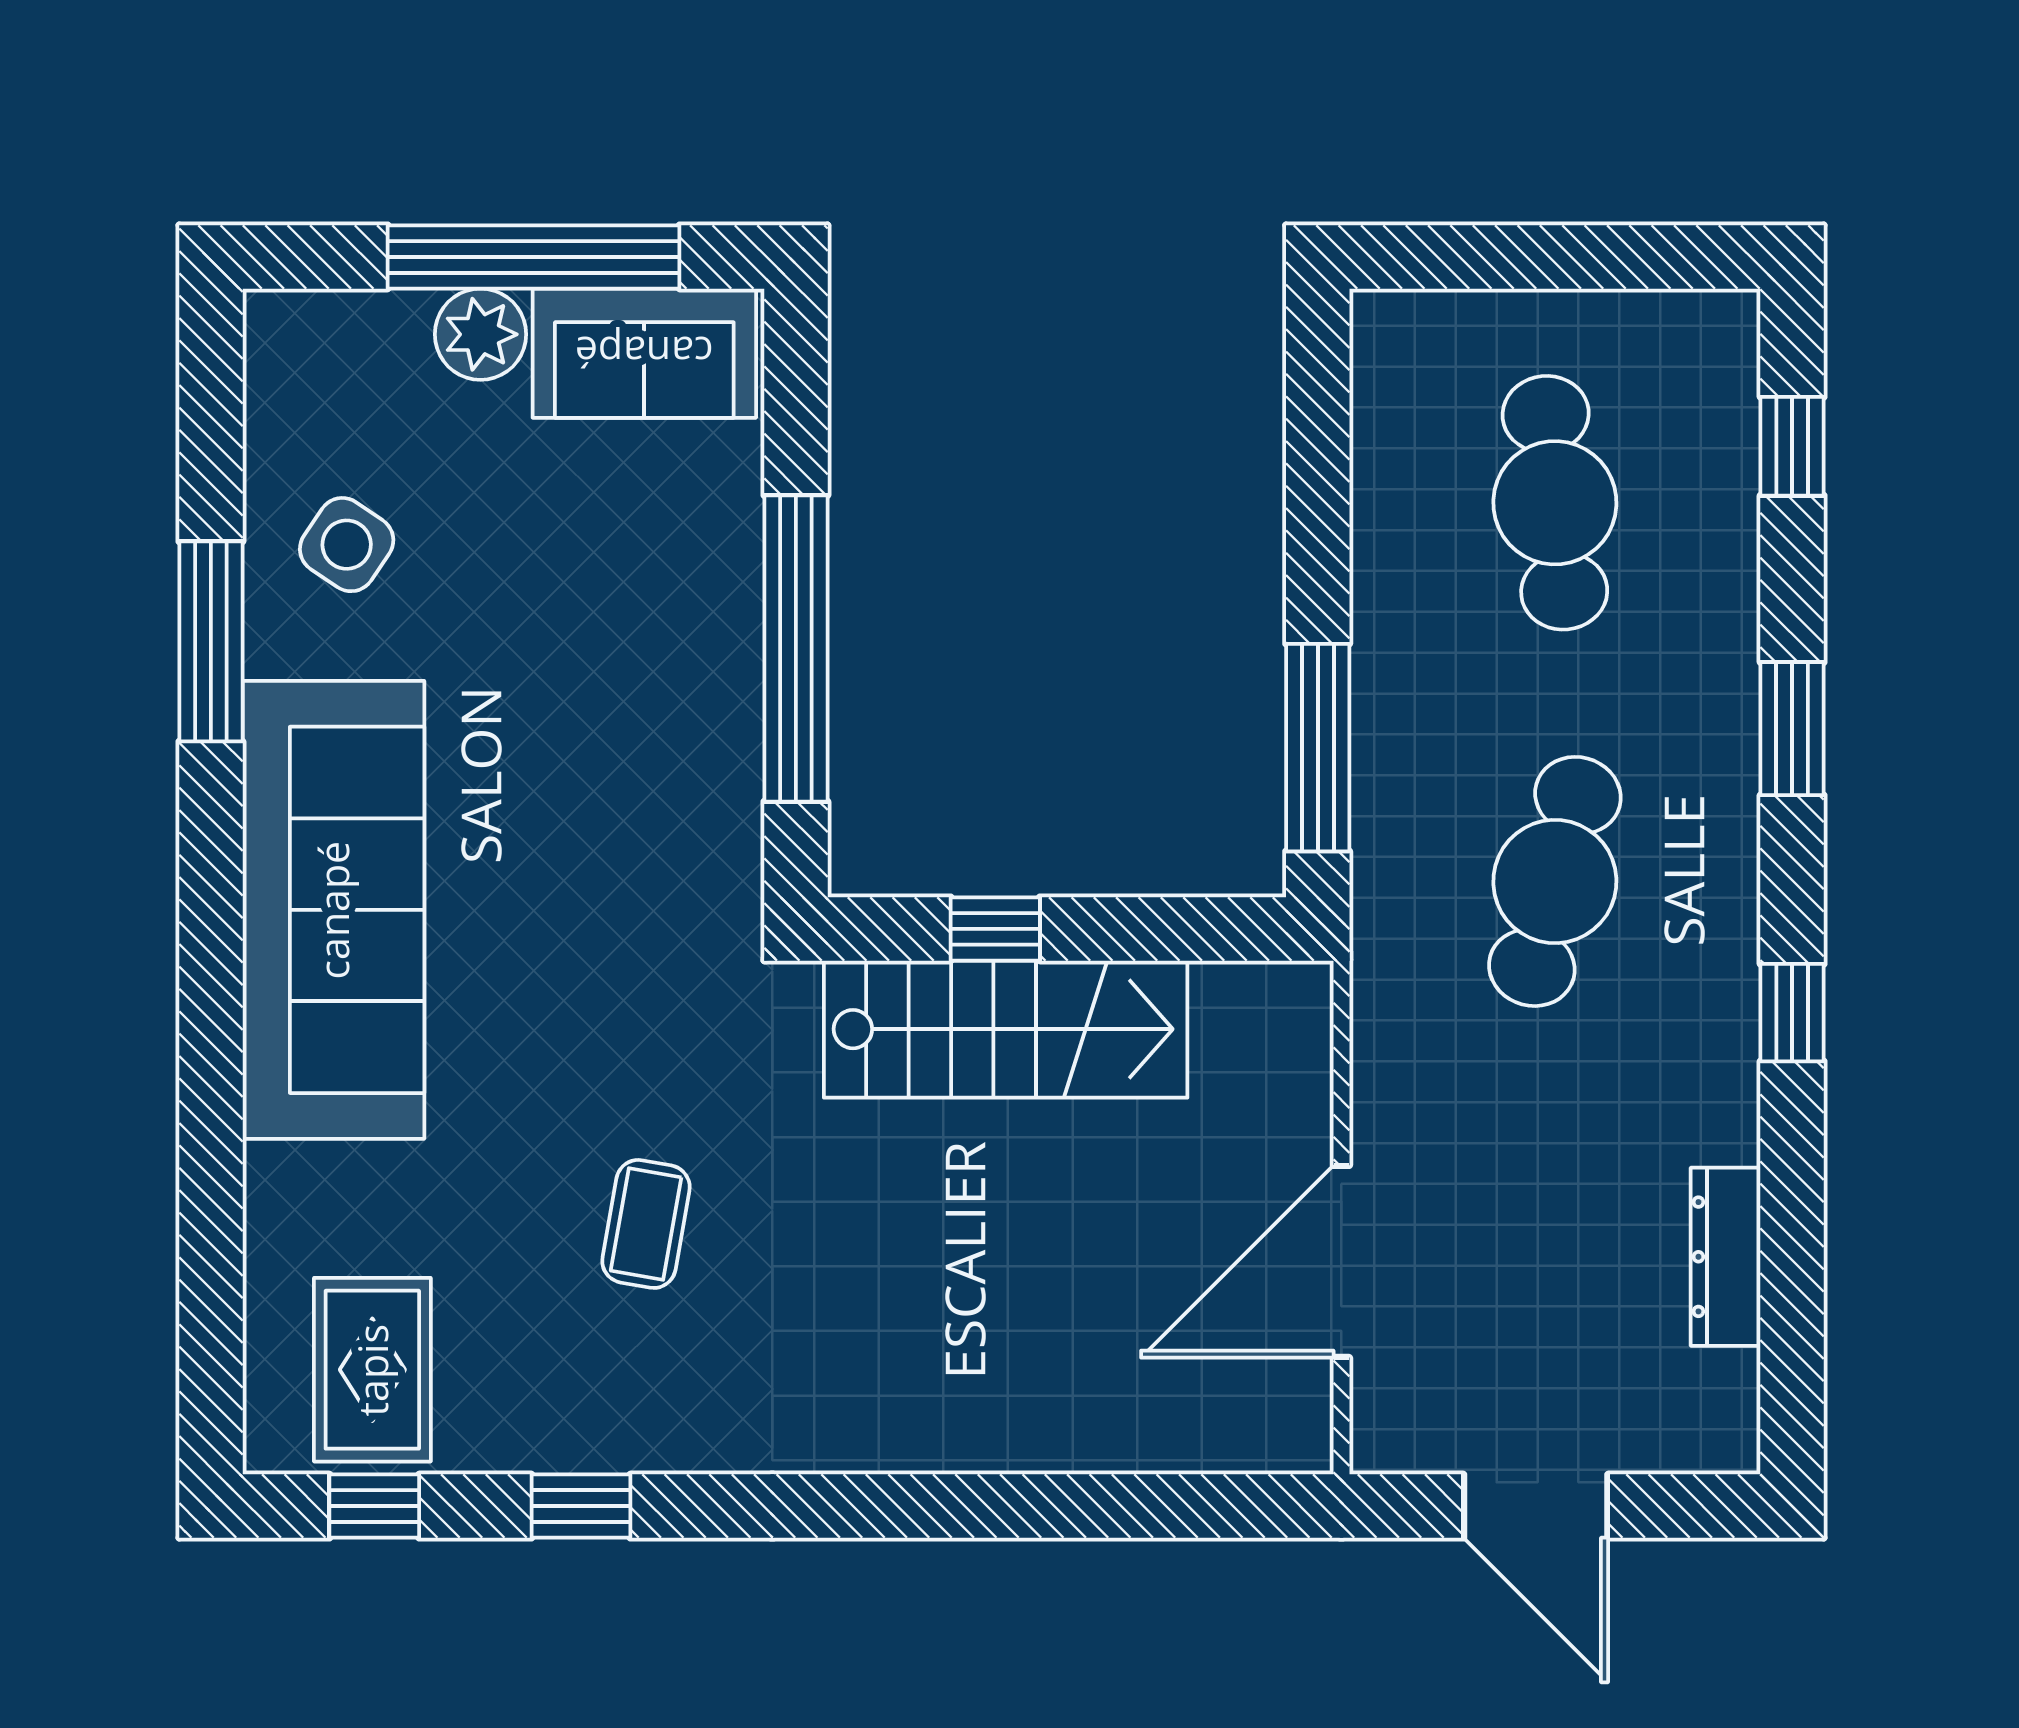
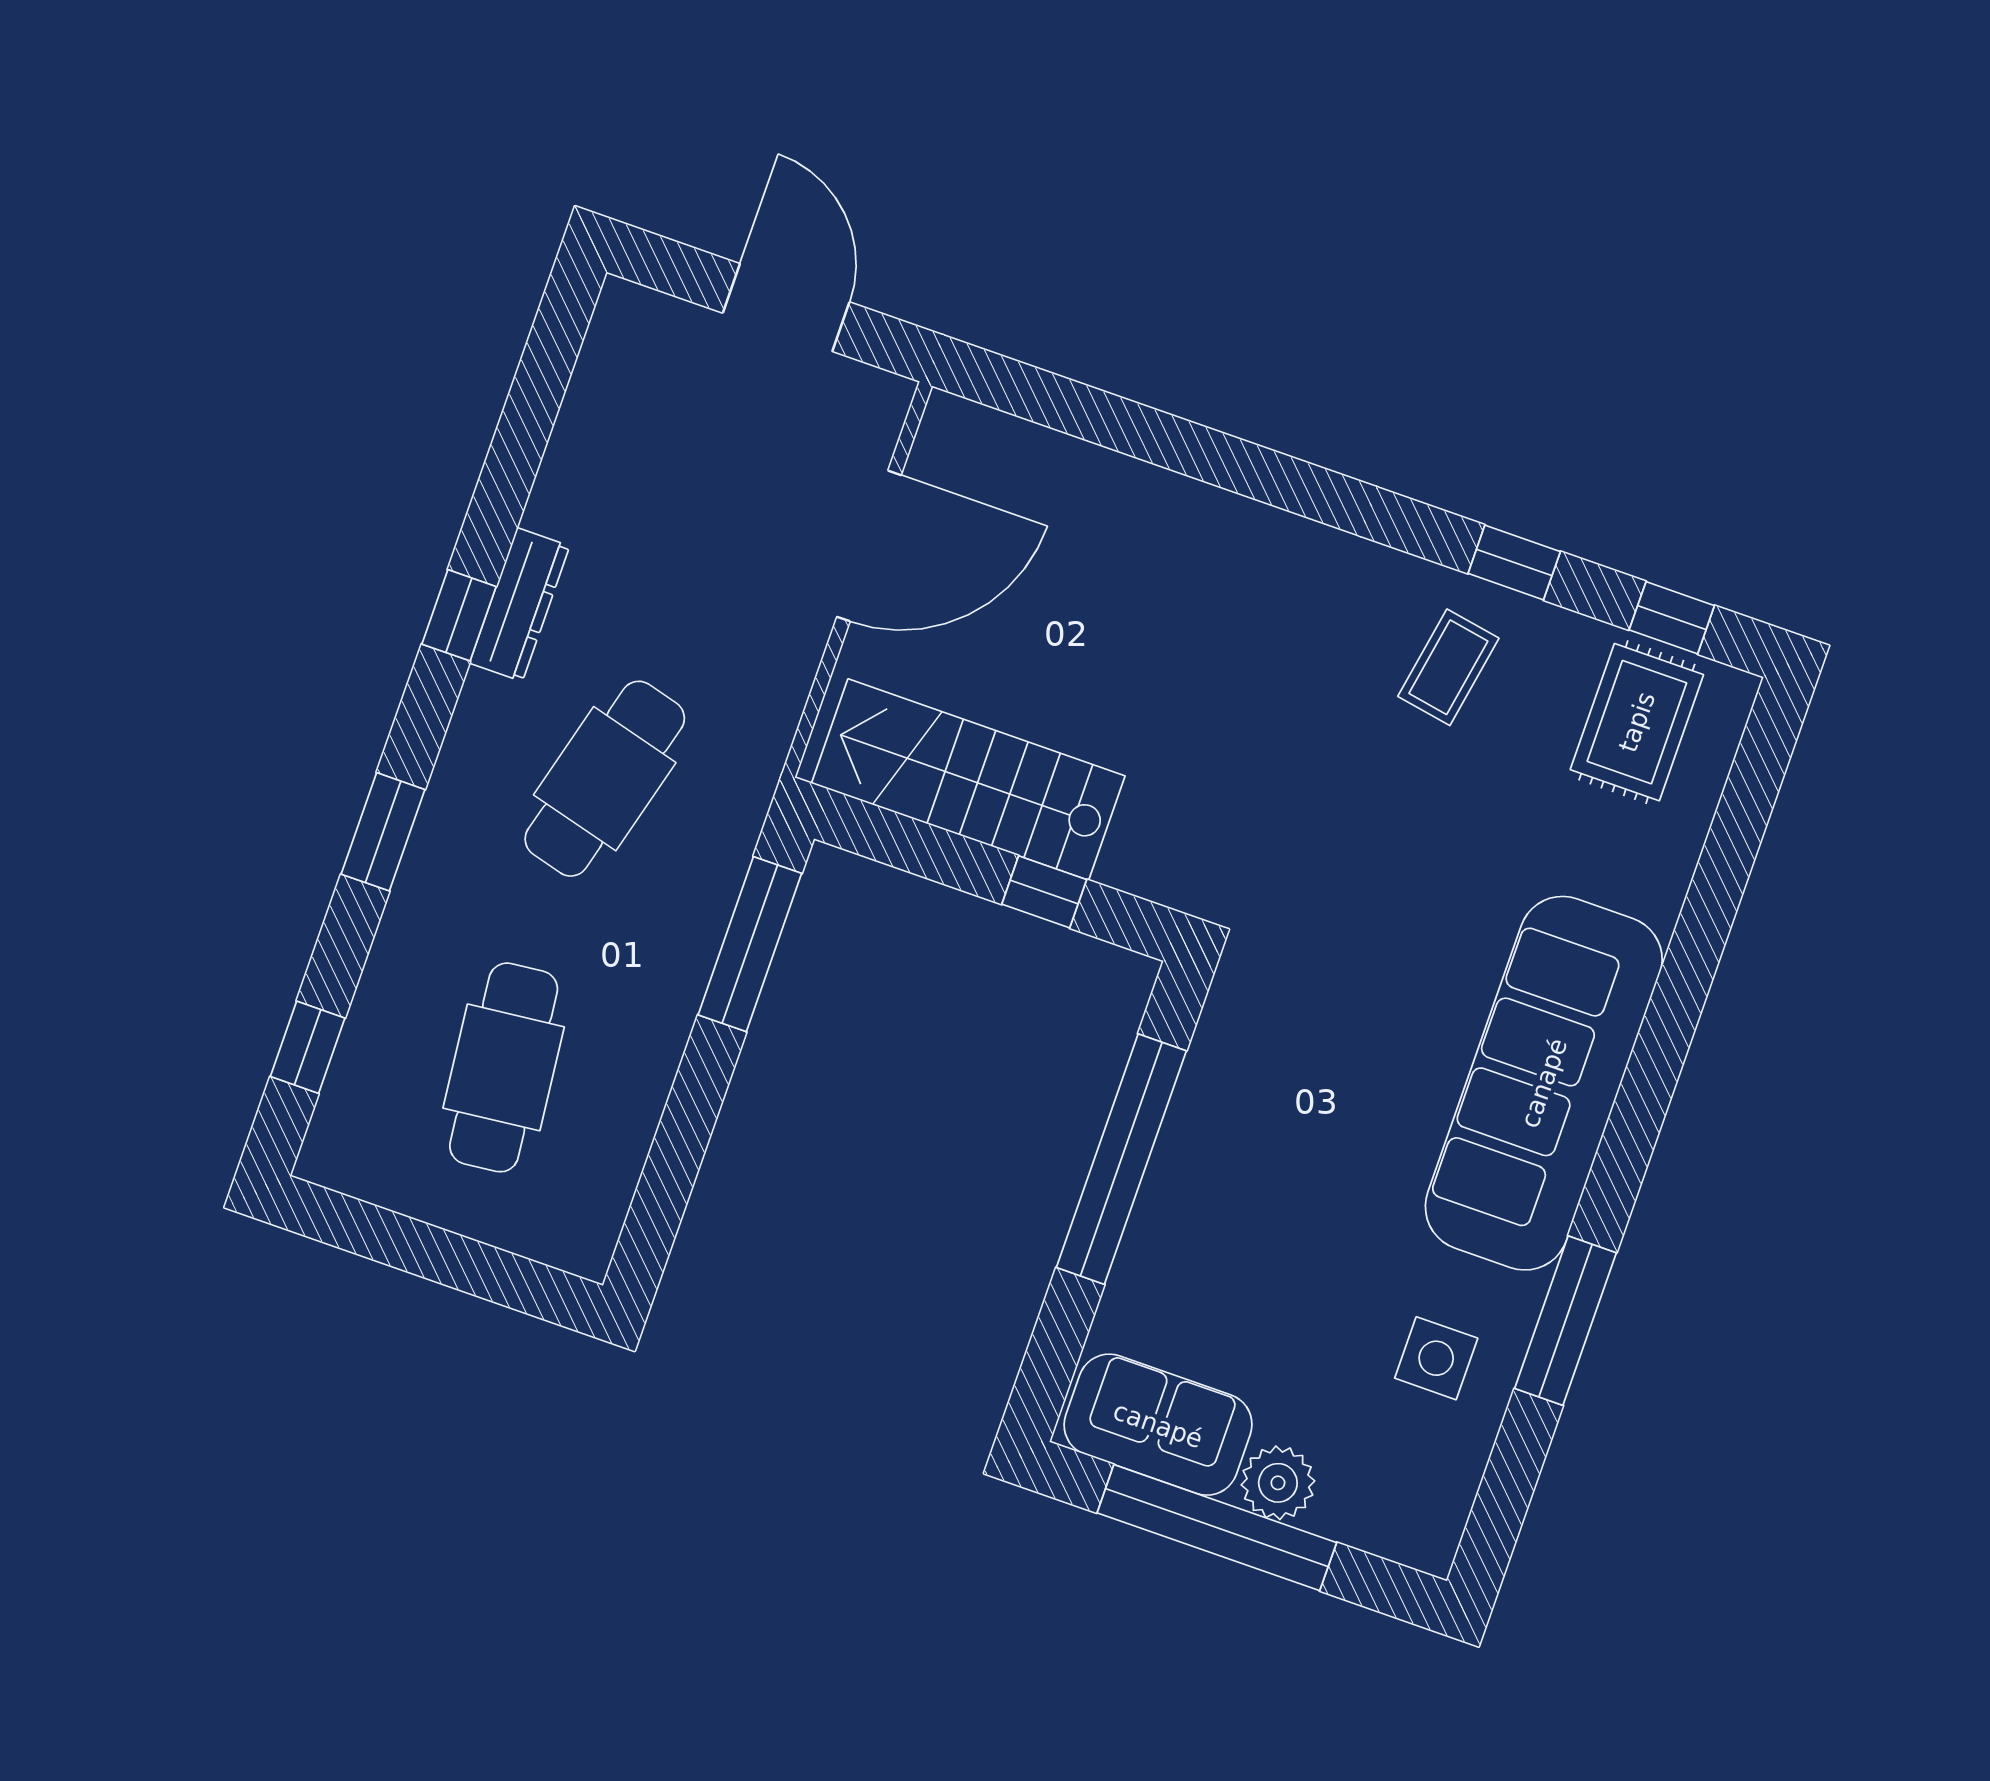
side table: (347, 545) -> (1436, 1358), turned -34
stairs: (1006, 1029) -> (968, 780), moved
coffee table: (646, 1224) -> (1448, 667), moved
dresser: (1726, 1257) -> (520, 605), moved

